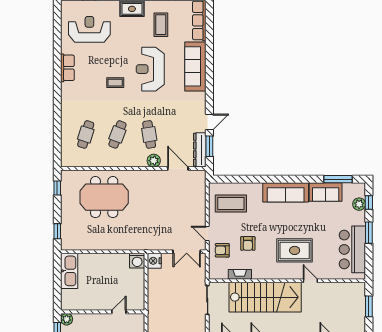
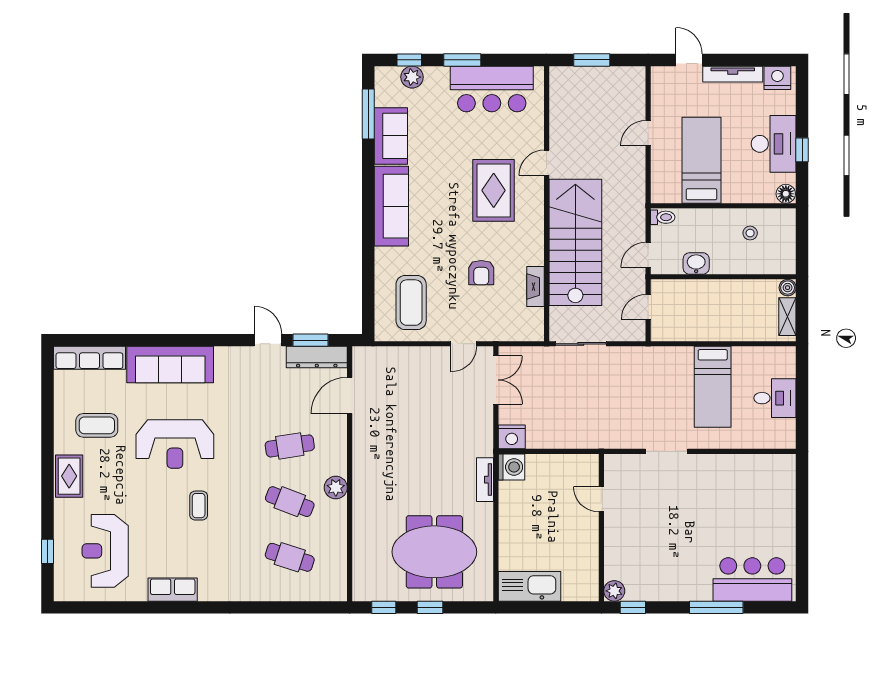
plant: (154, 161) -> (336, 488), moved
meeting table: (104, 197) -> (434, 552), moved, turned 90
window: (57, 231) -> (430, 607), moved
armchair: (248, 243) -> (481, 273), turned 90
tv unit: (130, 246) -> (485, 480), added
armchair: (222, 250) -> (493, 317), removed

